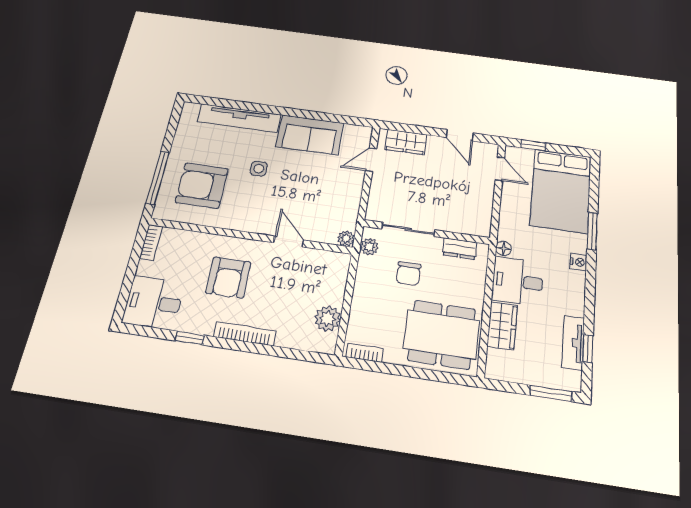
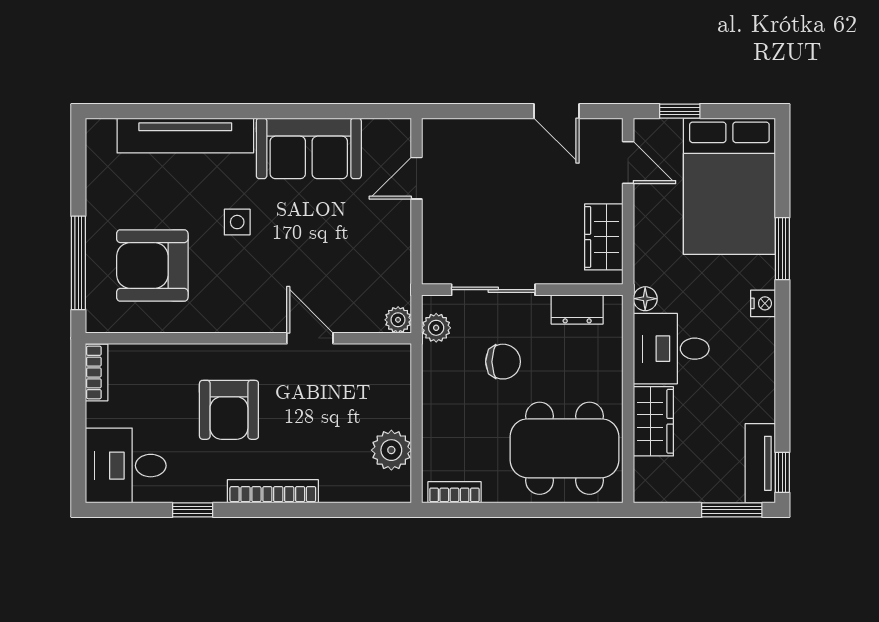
wardrobe: (406, 142) -> (604, 237), moved, turned 90
chair: (408, 273) -> (503, 362), turned -90
tv unit: (573, 343) -> (760, 463), moved
window: (588, 349) -> (782, 472), moved

